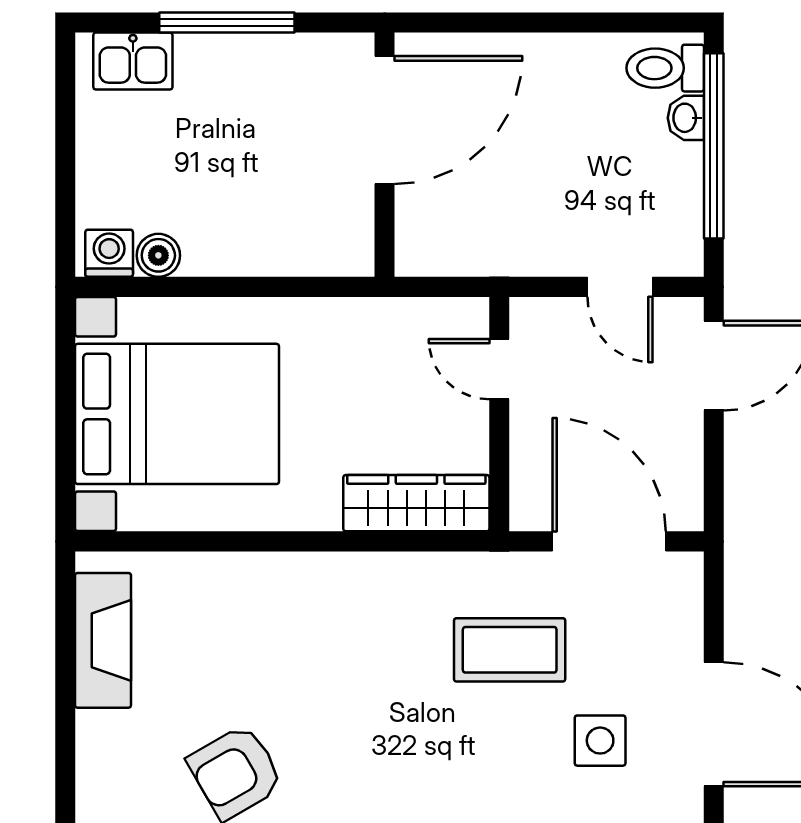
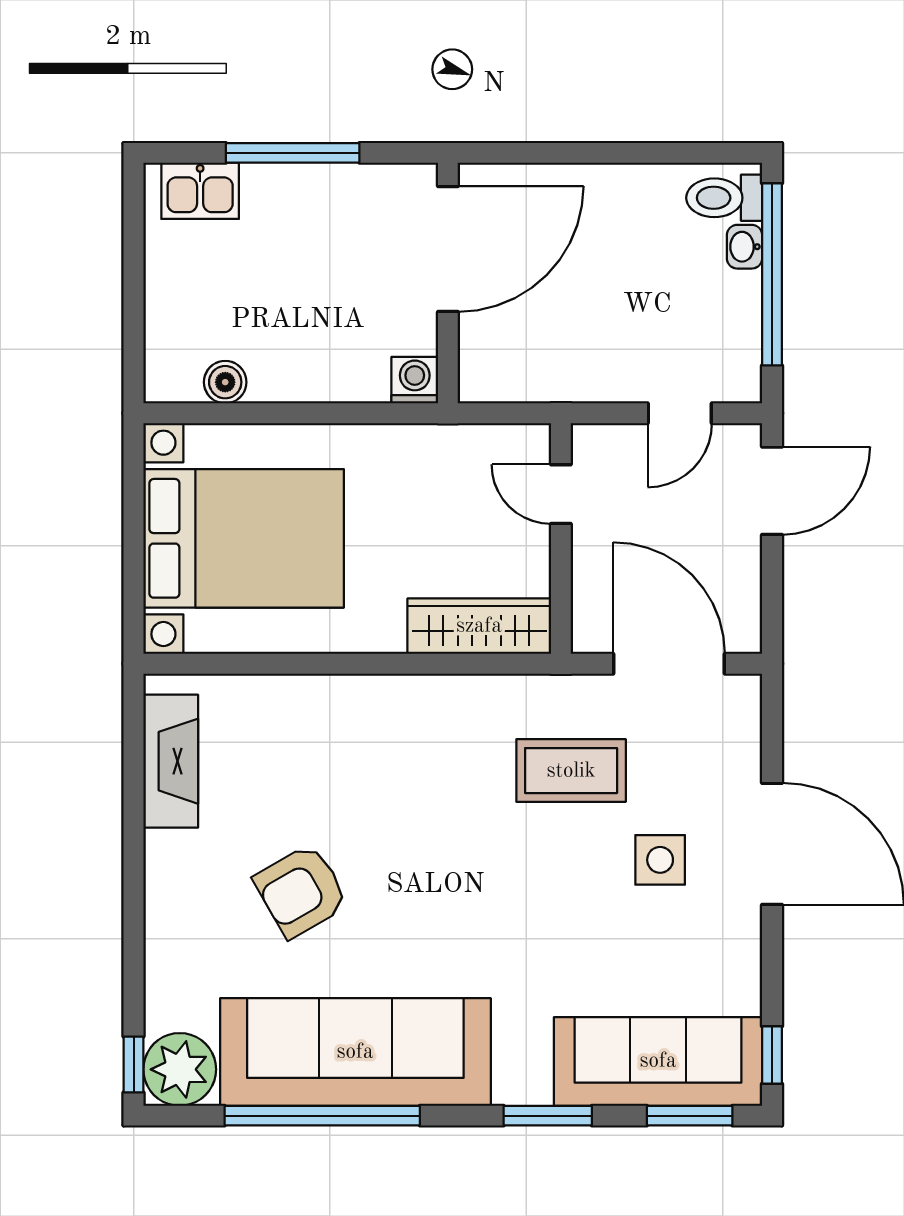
washing machine: (109, 253) -> (415, 380), moved
door: (620, 287) -> (680, 413), hinge flipped

